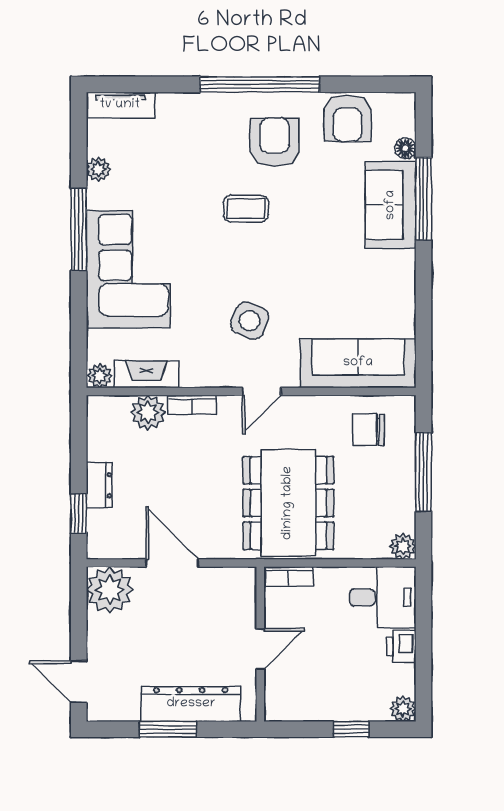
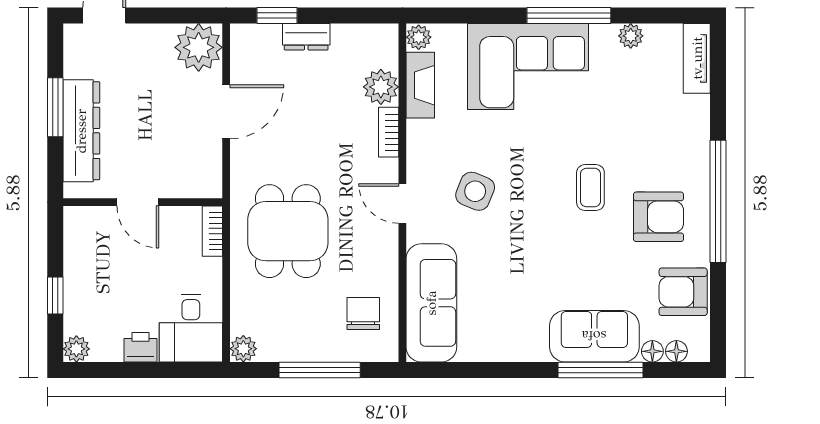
floor lamp: (405, 125) -> (676, 351), added
dining table: (288, 503) -> (288, 231), width x0.73

